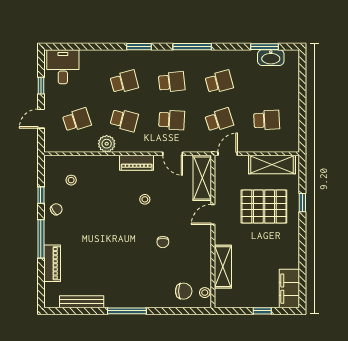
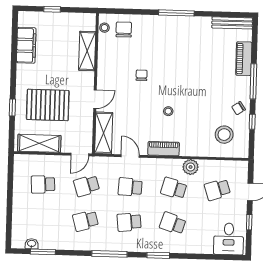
washbasin: (271, 58) -> (32, 244), width x0.52, depth x0.69
school desk: (124, 82) -> (173, 223), turned 33
stool: (71, 180) -> (224, 135), width x1.89, depth x1.89
stool: (145, 199) -> (168, 111), moved
filing cabinet: (289, 289) -> (26, 45), moved
chair: (184, 291) -> (124, 30), turned 90
bench: (82, 302) -> (232, 23), moved

